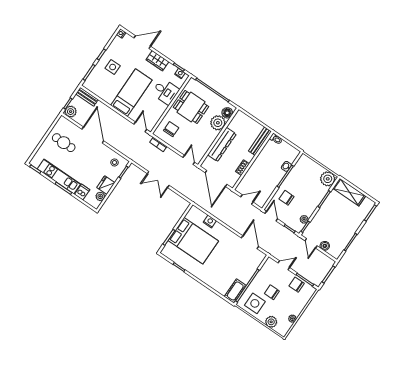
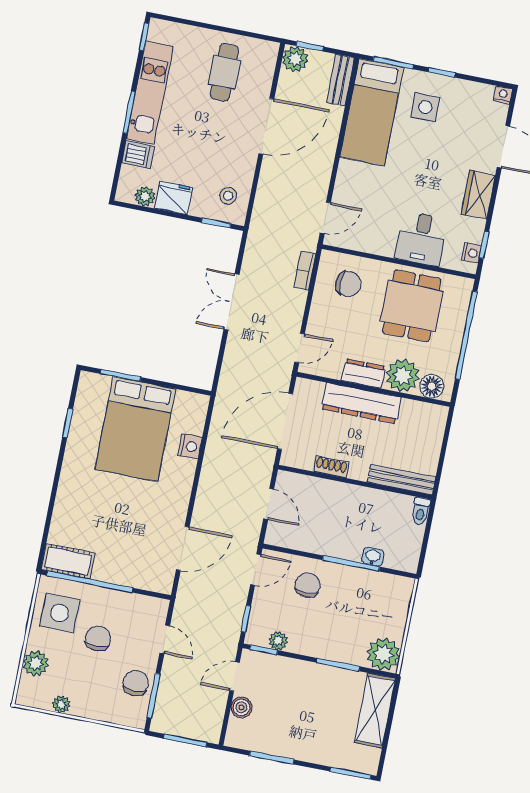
bed: (131, 93) -> (372, 112), moved, turned 90
dresser: (210, 138) -> (363, 373), added

